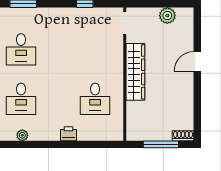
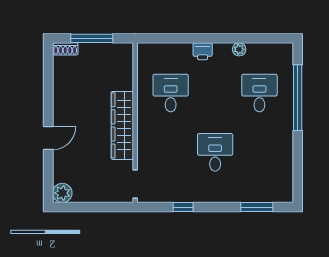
plant: (167, 16) -> (62, 193), moved
desk: (21, 49) -> (215, 152), moved
plant: (22, 135) -> (239, 49), moved

